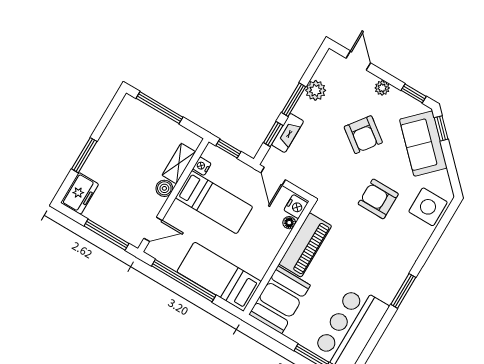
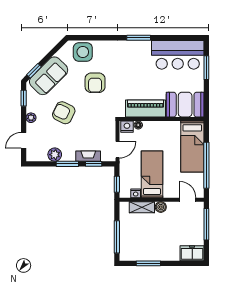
armchair: (363, 135) -> (64, 113), turned -102
window: (84, 155) -> (148, 263), moved

